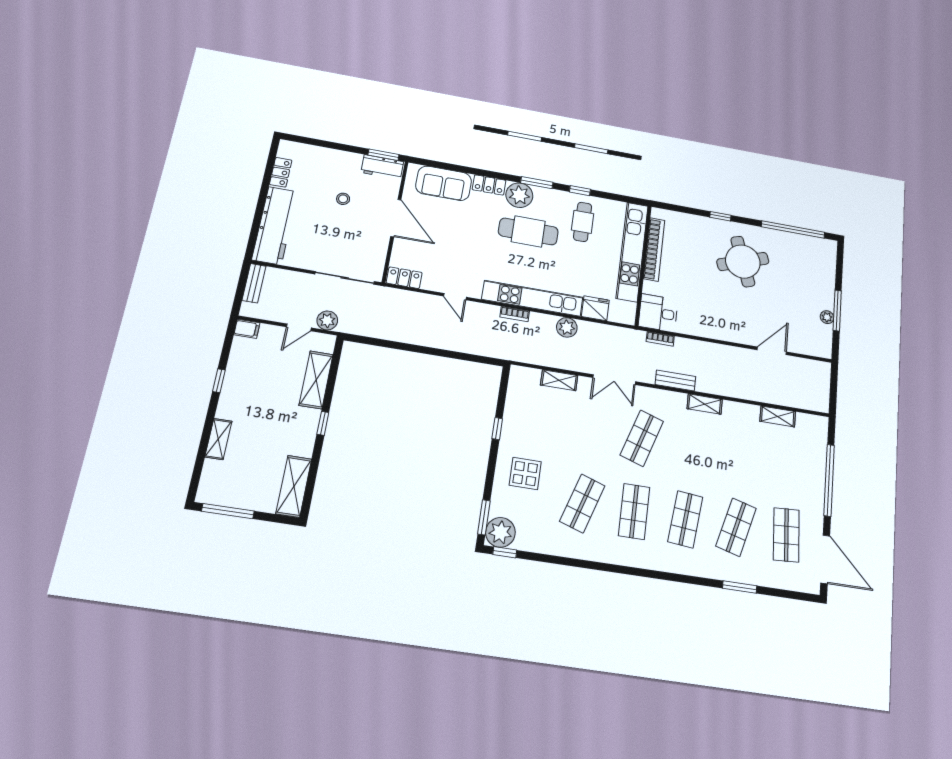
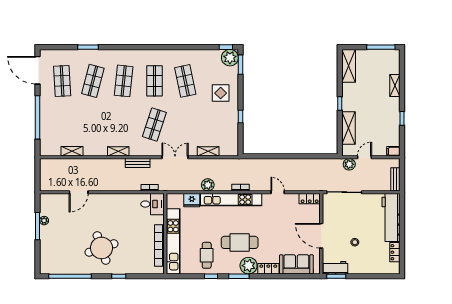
shop shelf: (582, 503) -> (185, 81), turned -30

